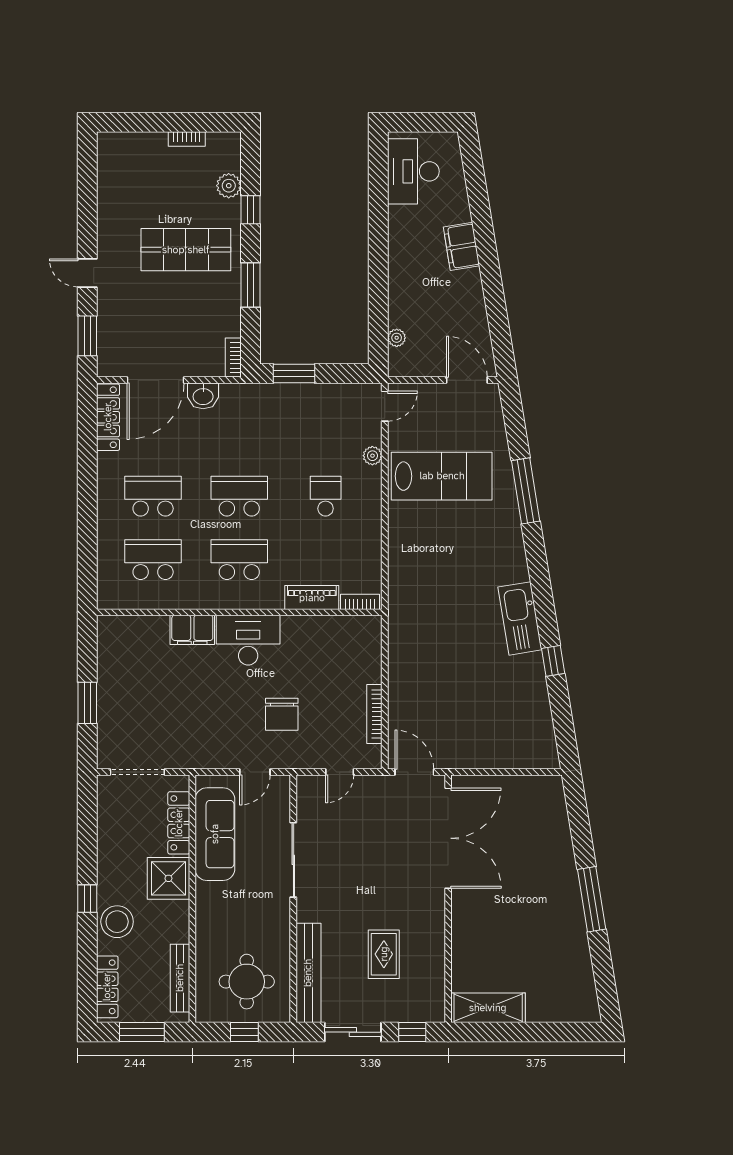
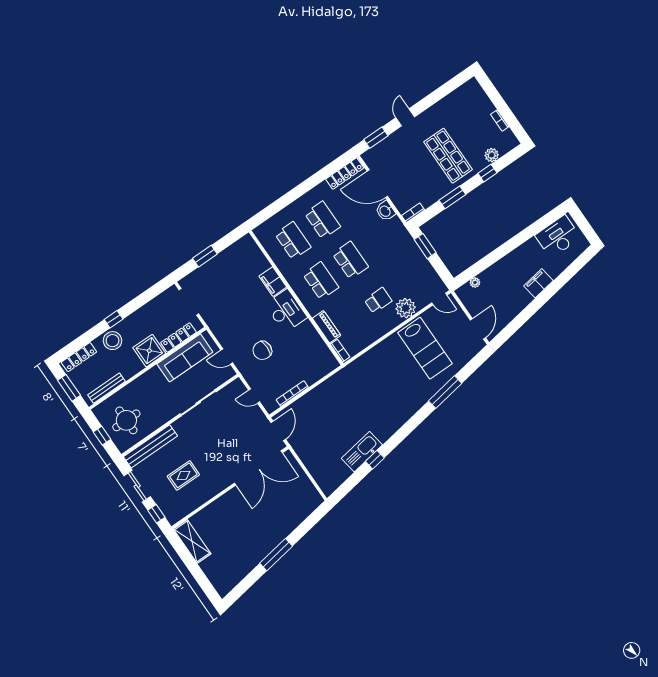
plant: (372, 456) -> (406, 308), width x1.87, depth x1.87
kitchen sink: (520, 618) -> (362, 452), moved

